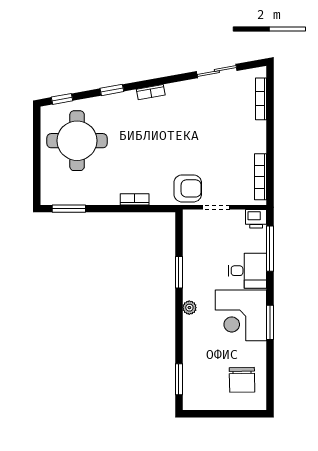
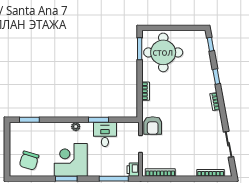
round table: (77, 141) -> (163, 52), moved
desk: (247, 271) -> (105, 134), moved, turned 180
chair: (242, 380) -> (29, 161), turned -72

